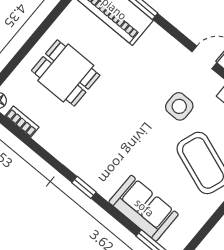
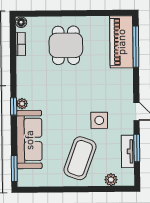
plant: (89, 176) -> (22, 104), added
sofa: (144, 208) -> (29, 140), width x1.36

